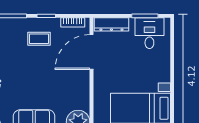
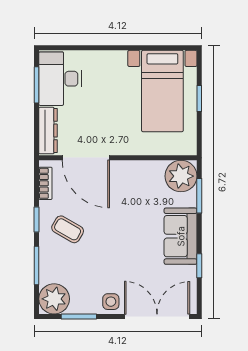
desk: (149, 33) -> (60, 79), width x1.37
coffee table: (39, 39) -> (68, 229), turned -60

